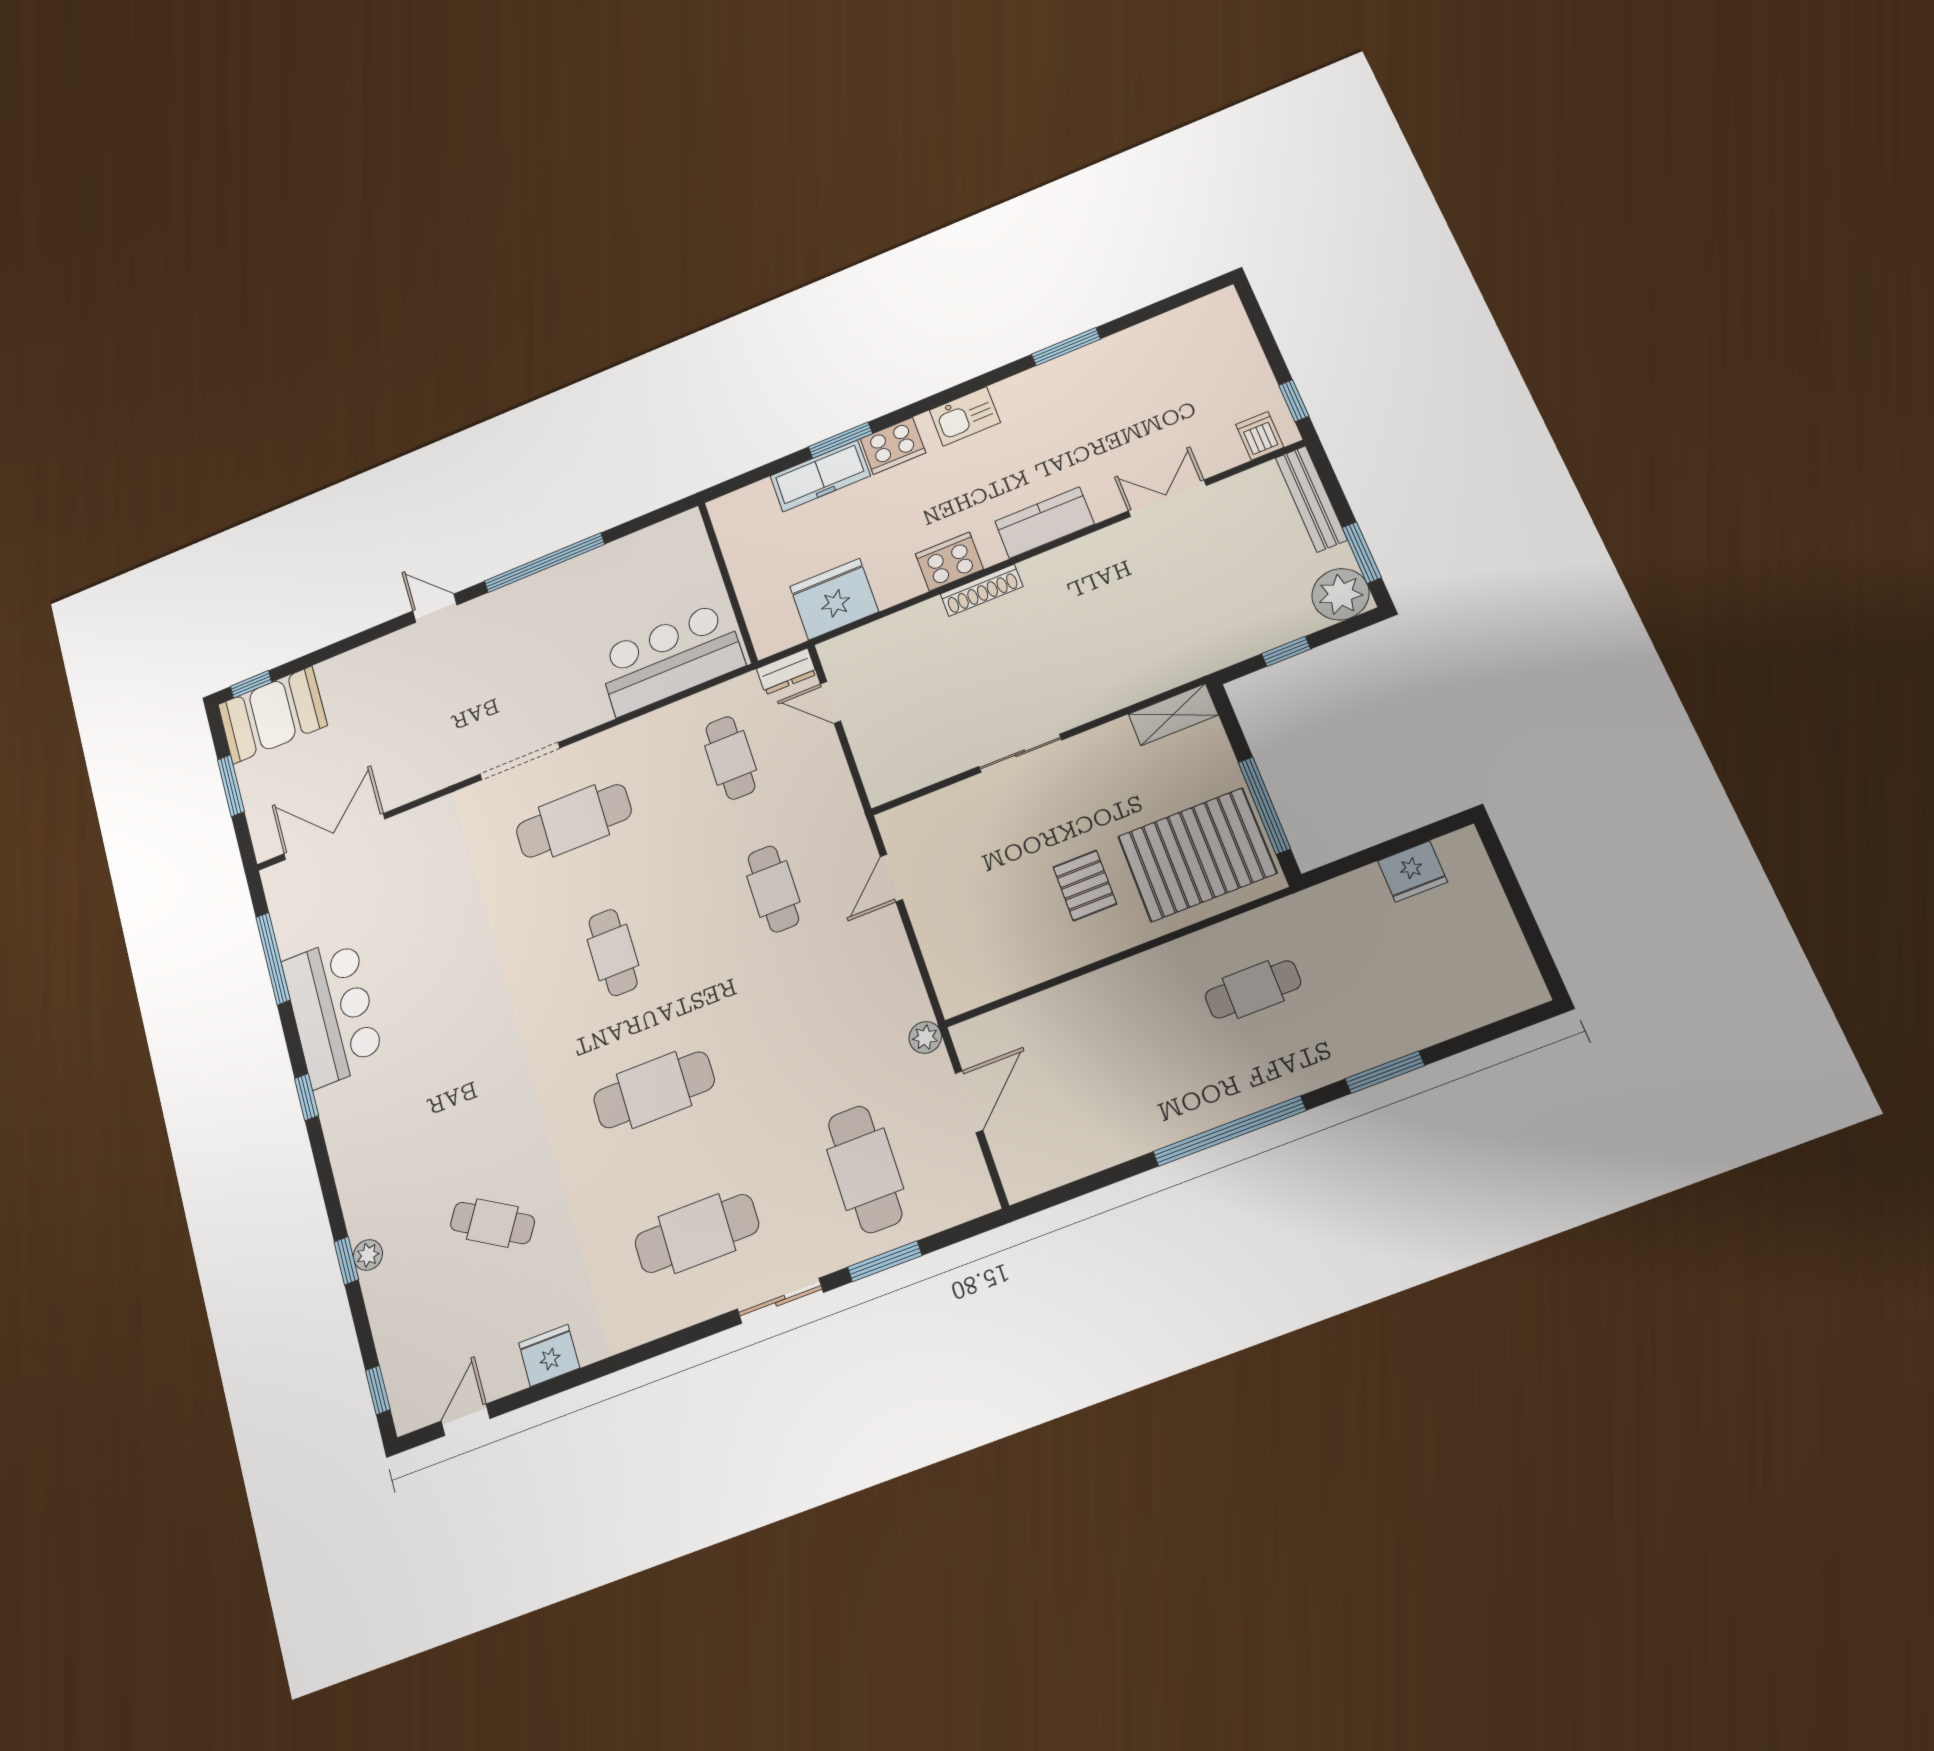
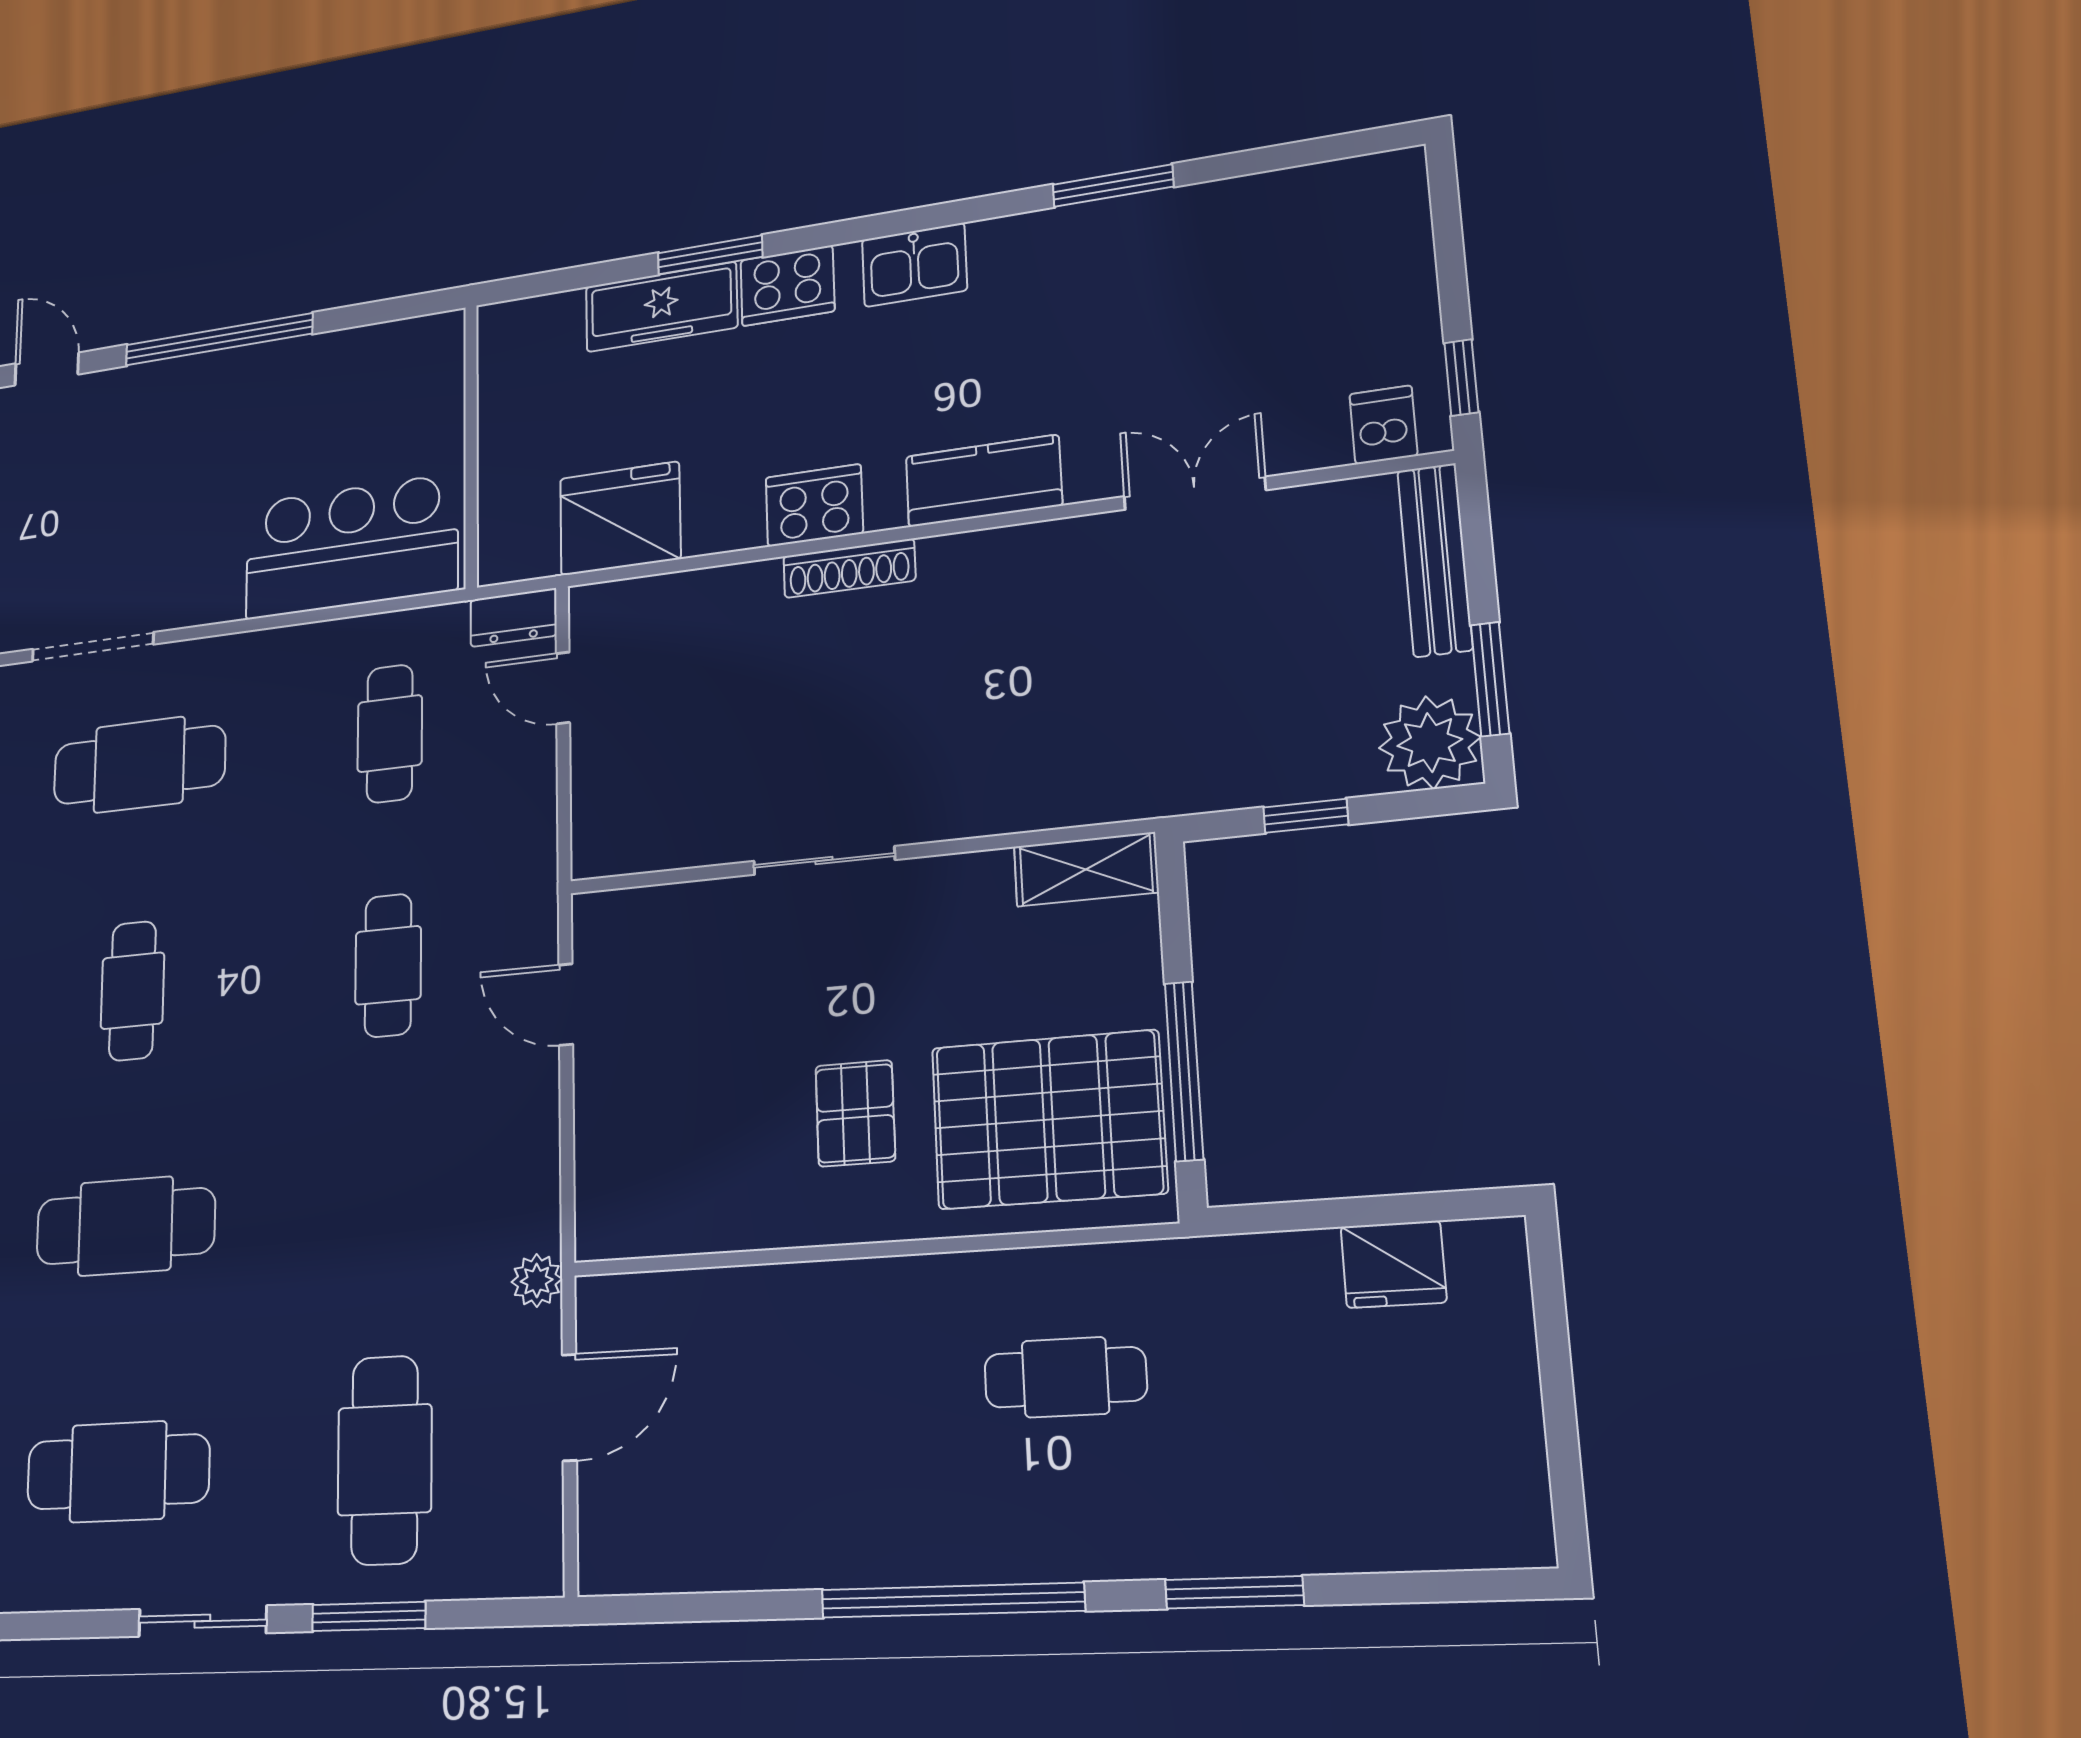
door: (891, 878) -> (566, 1004), hinge flipped

